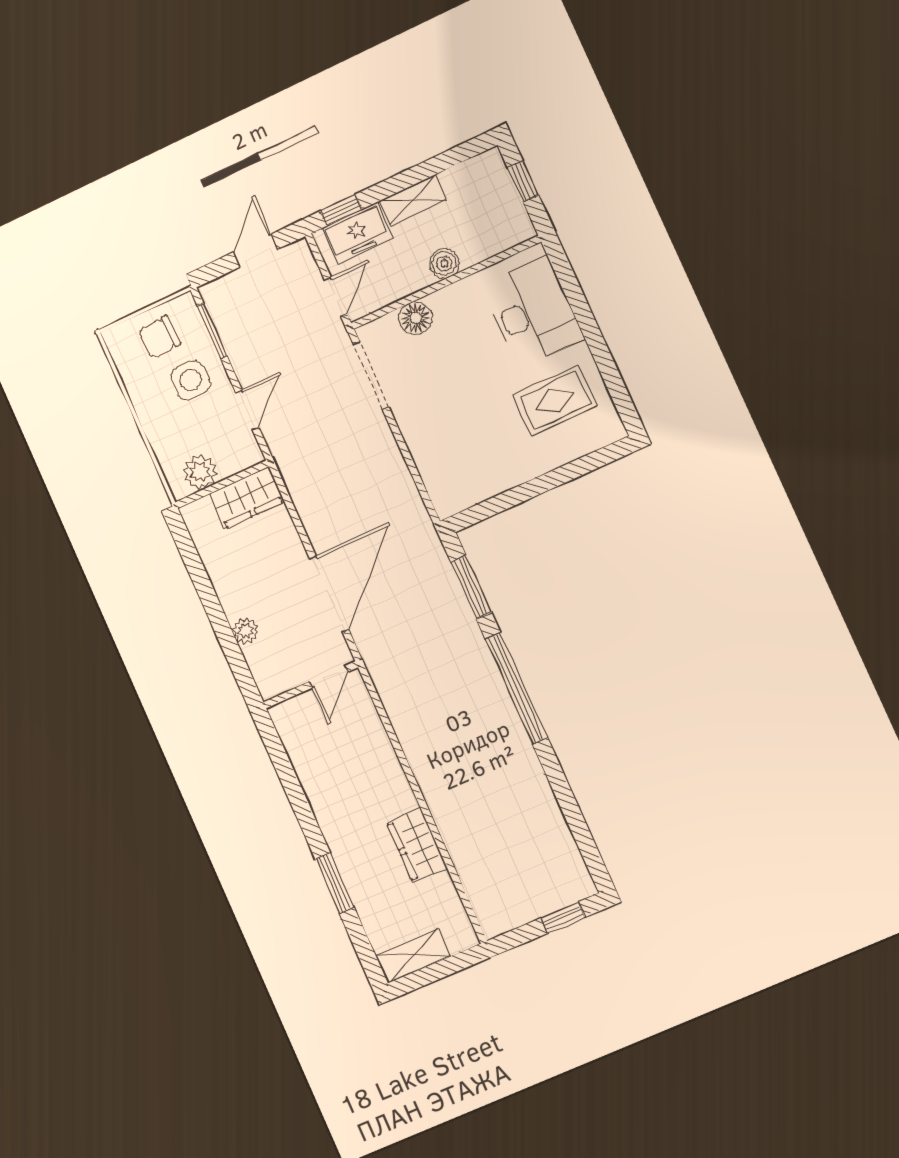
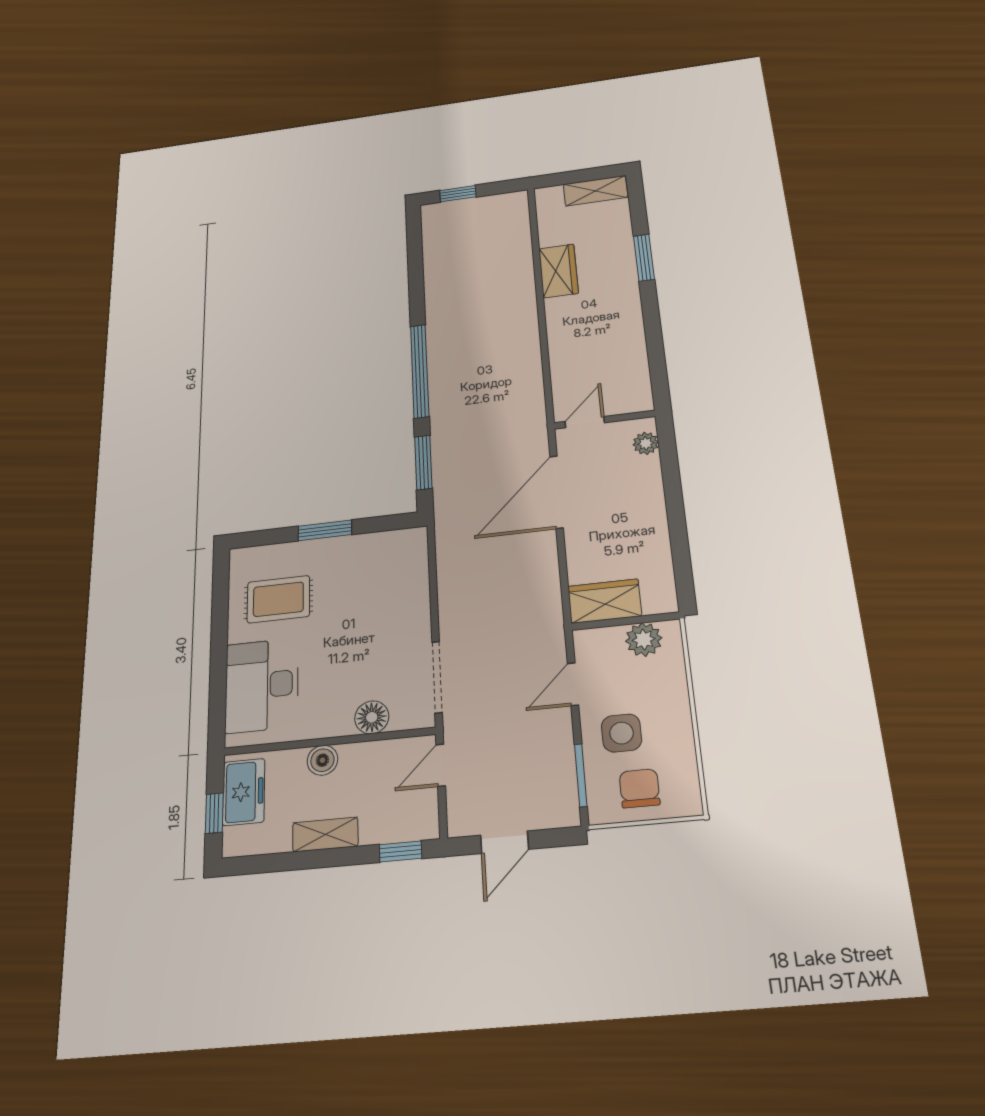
freezer: (358, 233) -> (244, 792), moved, turned 90
chair: (160, 337) -> (640, 788), turned -87
window: (540, 485) -> (325, 530), added
plant: (246, 631) -> (646, 443), moved

